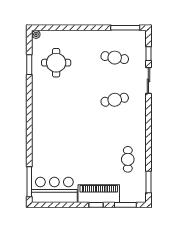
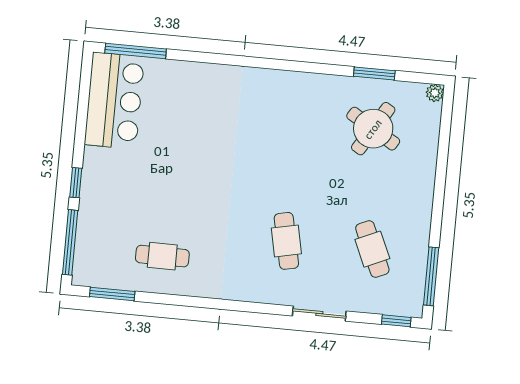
window: (148, 54) -> (396, 321), moved
cafe table: (115, 58) -> (372, 249), turned -33
round table: (56, 63) -> (373, 129), turned 31
piano: (99, 194) -> (98, 190), removed
window: (125, 205) -> (70, 242), width x1.44

